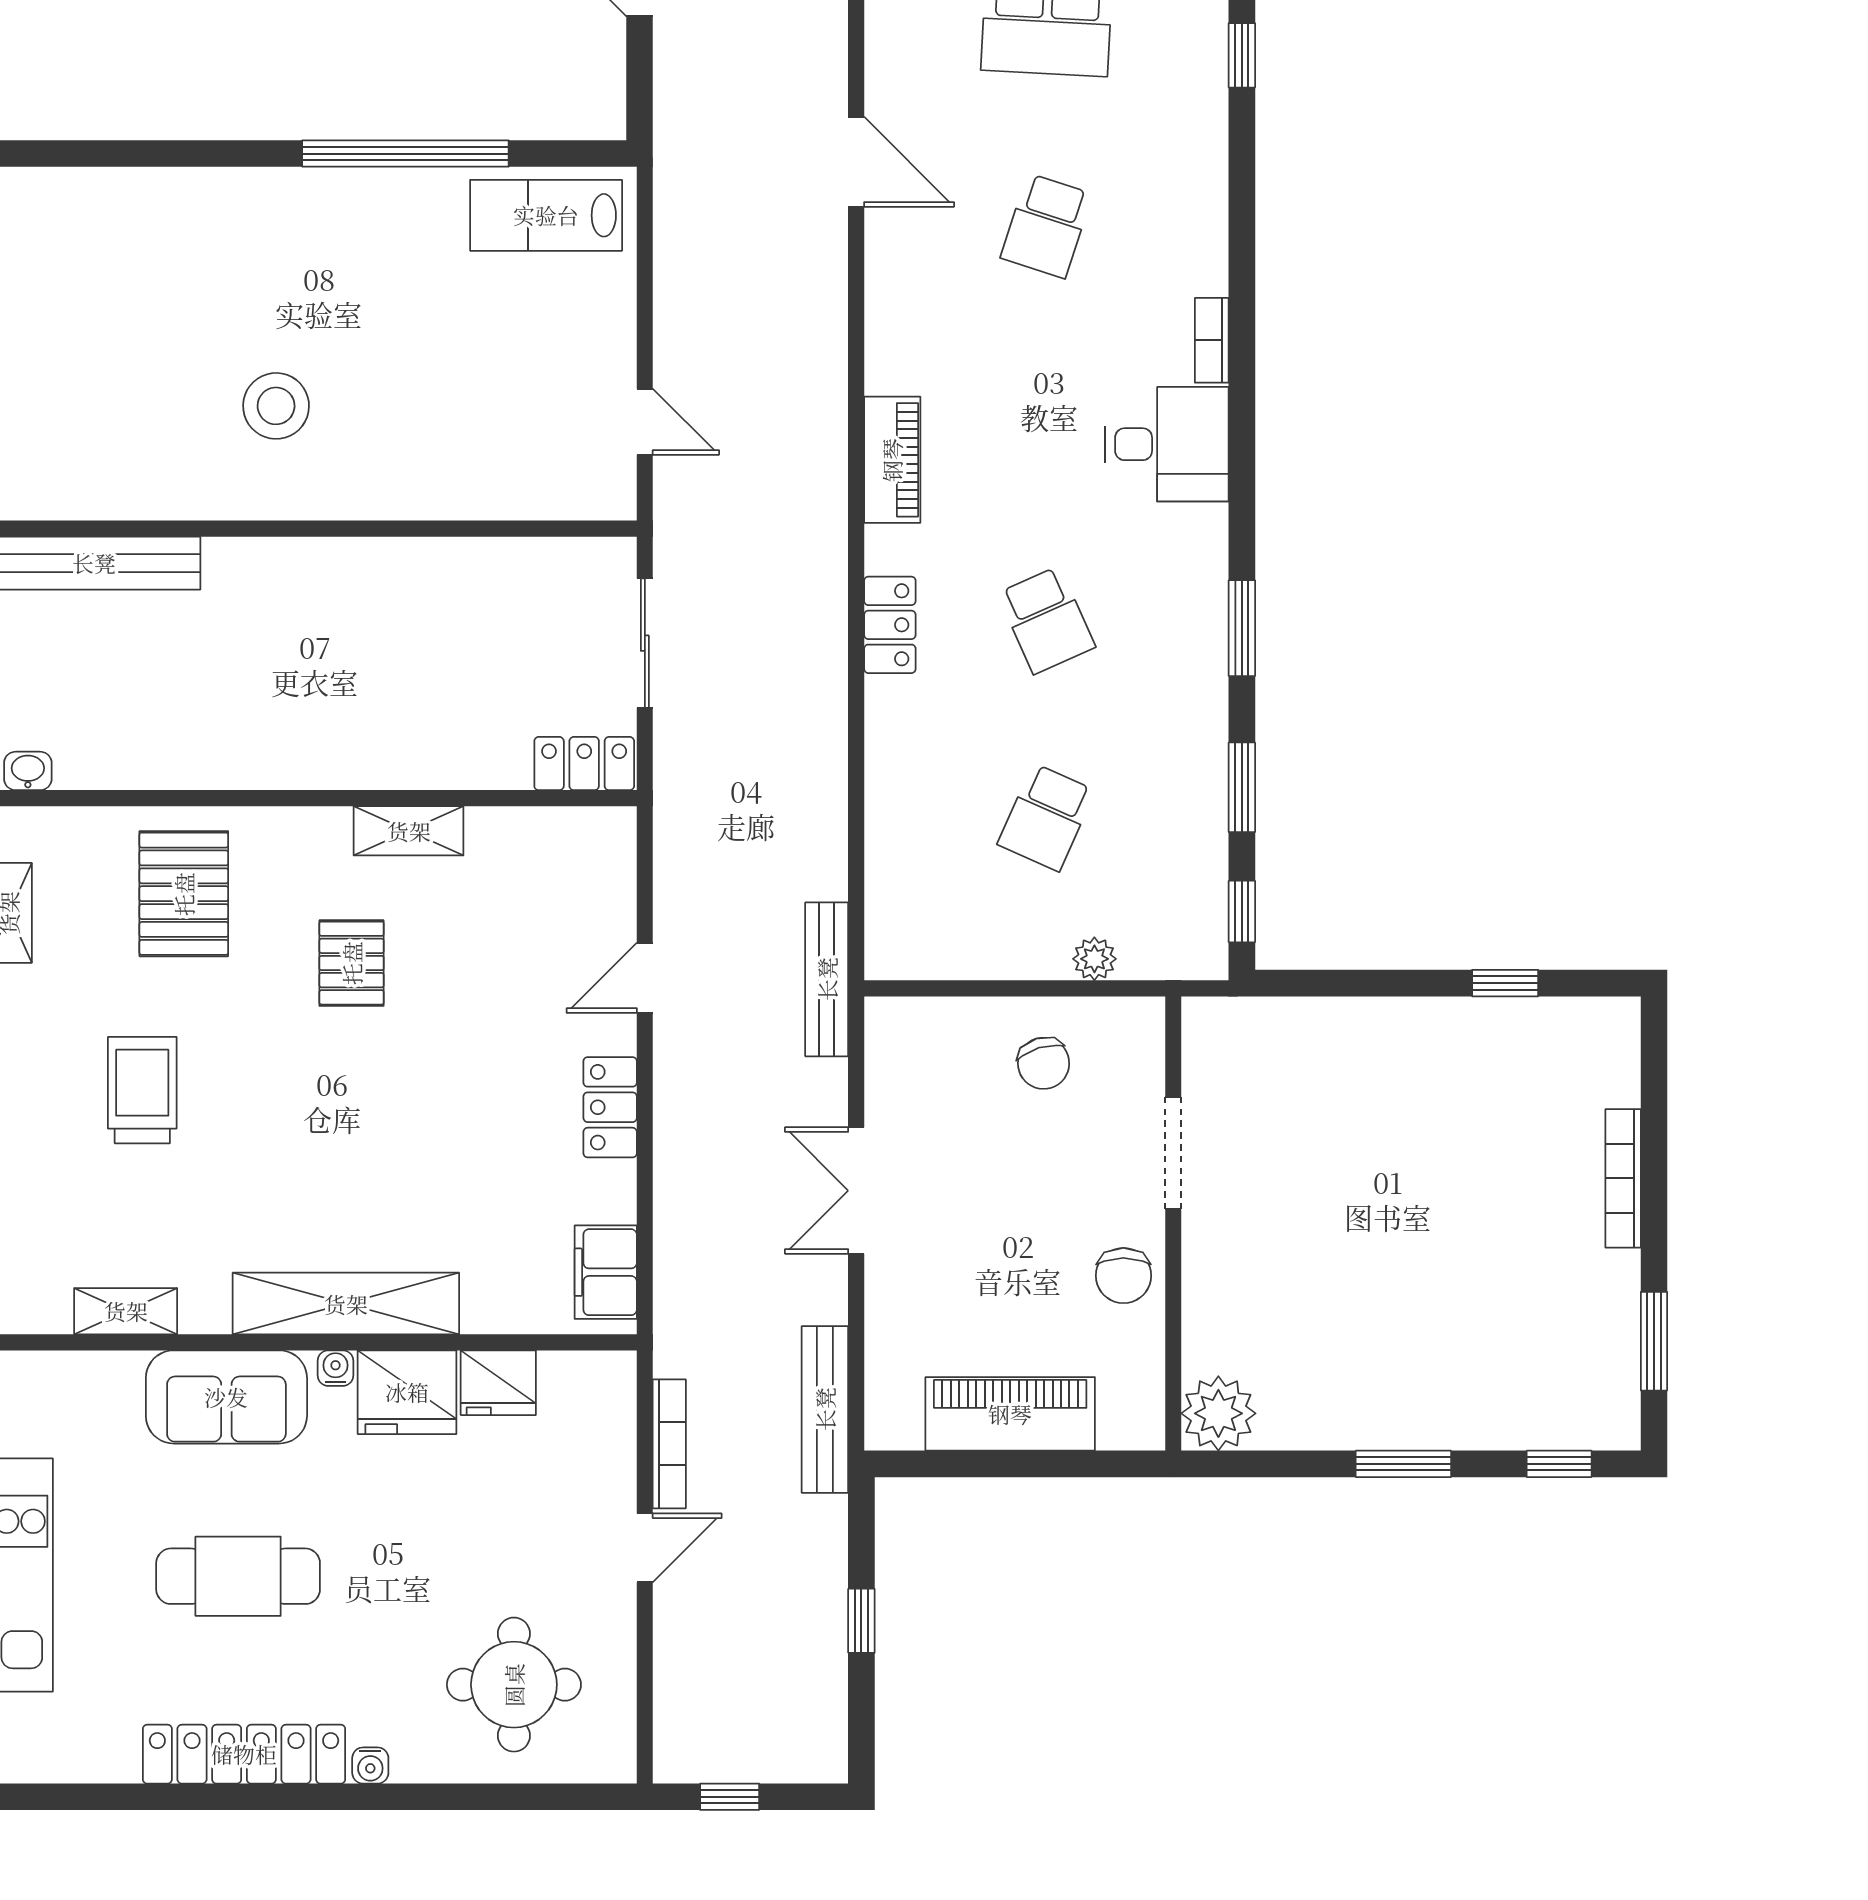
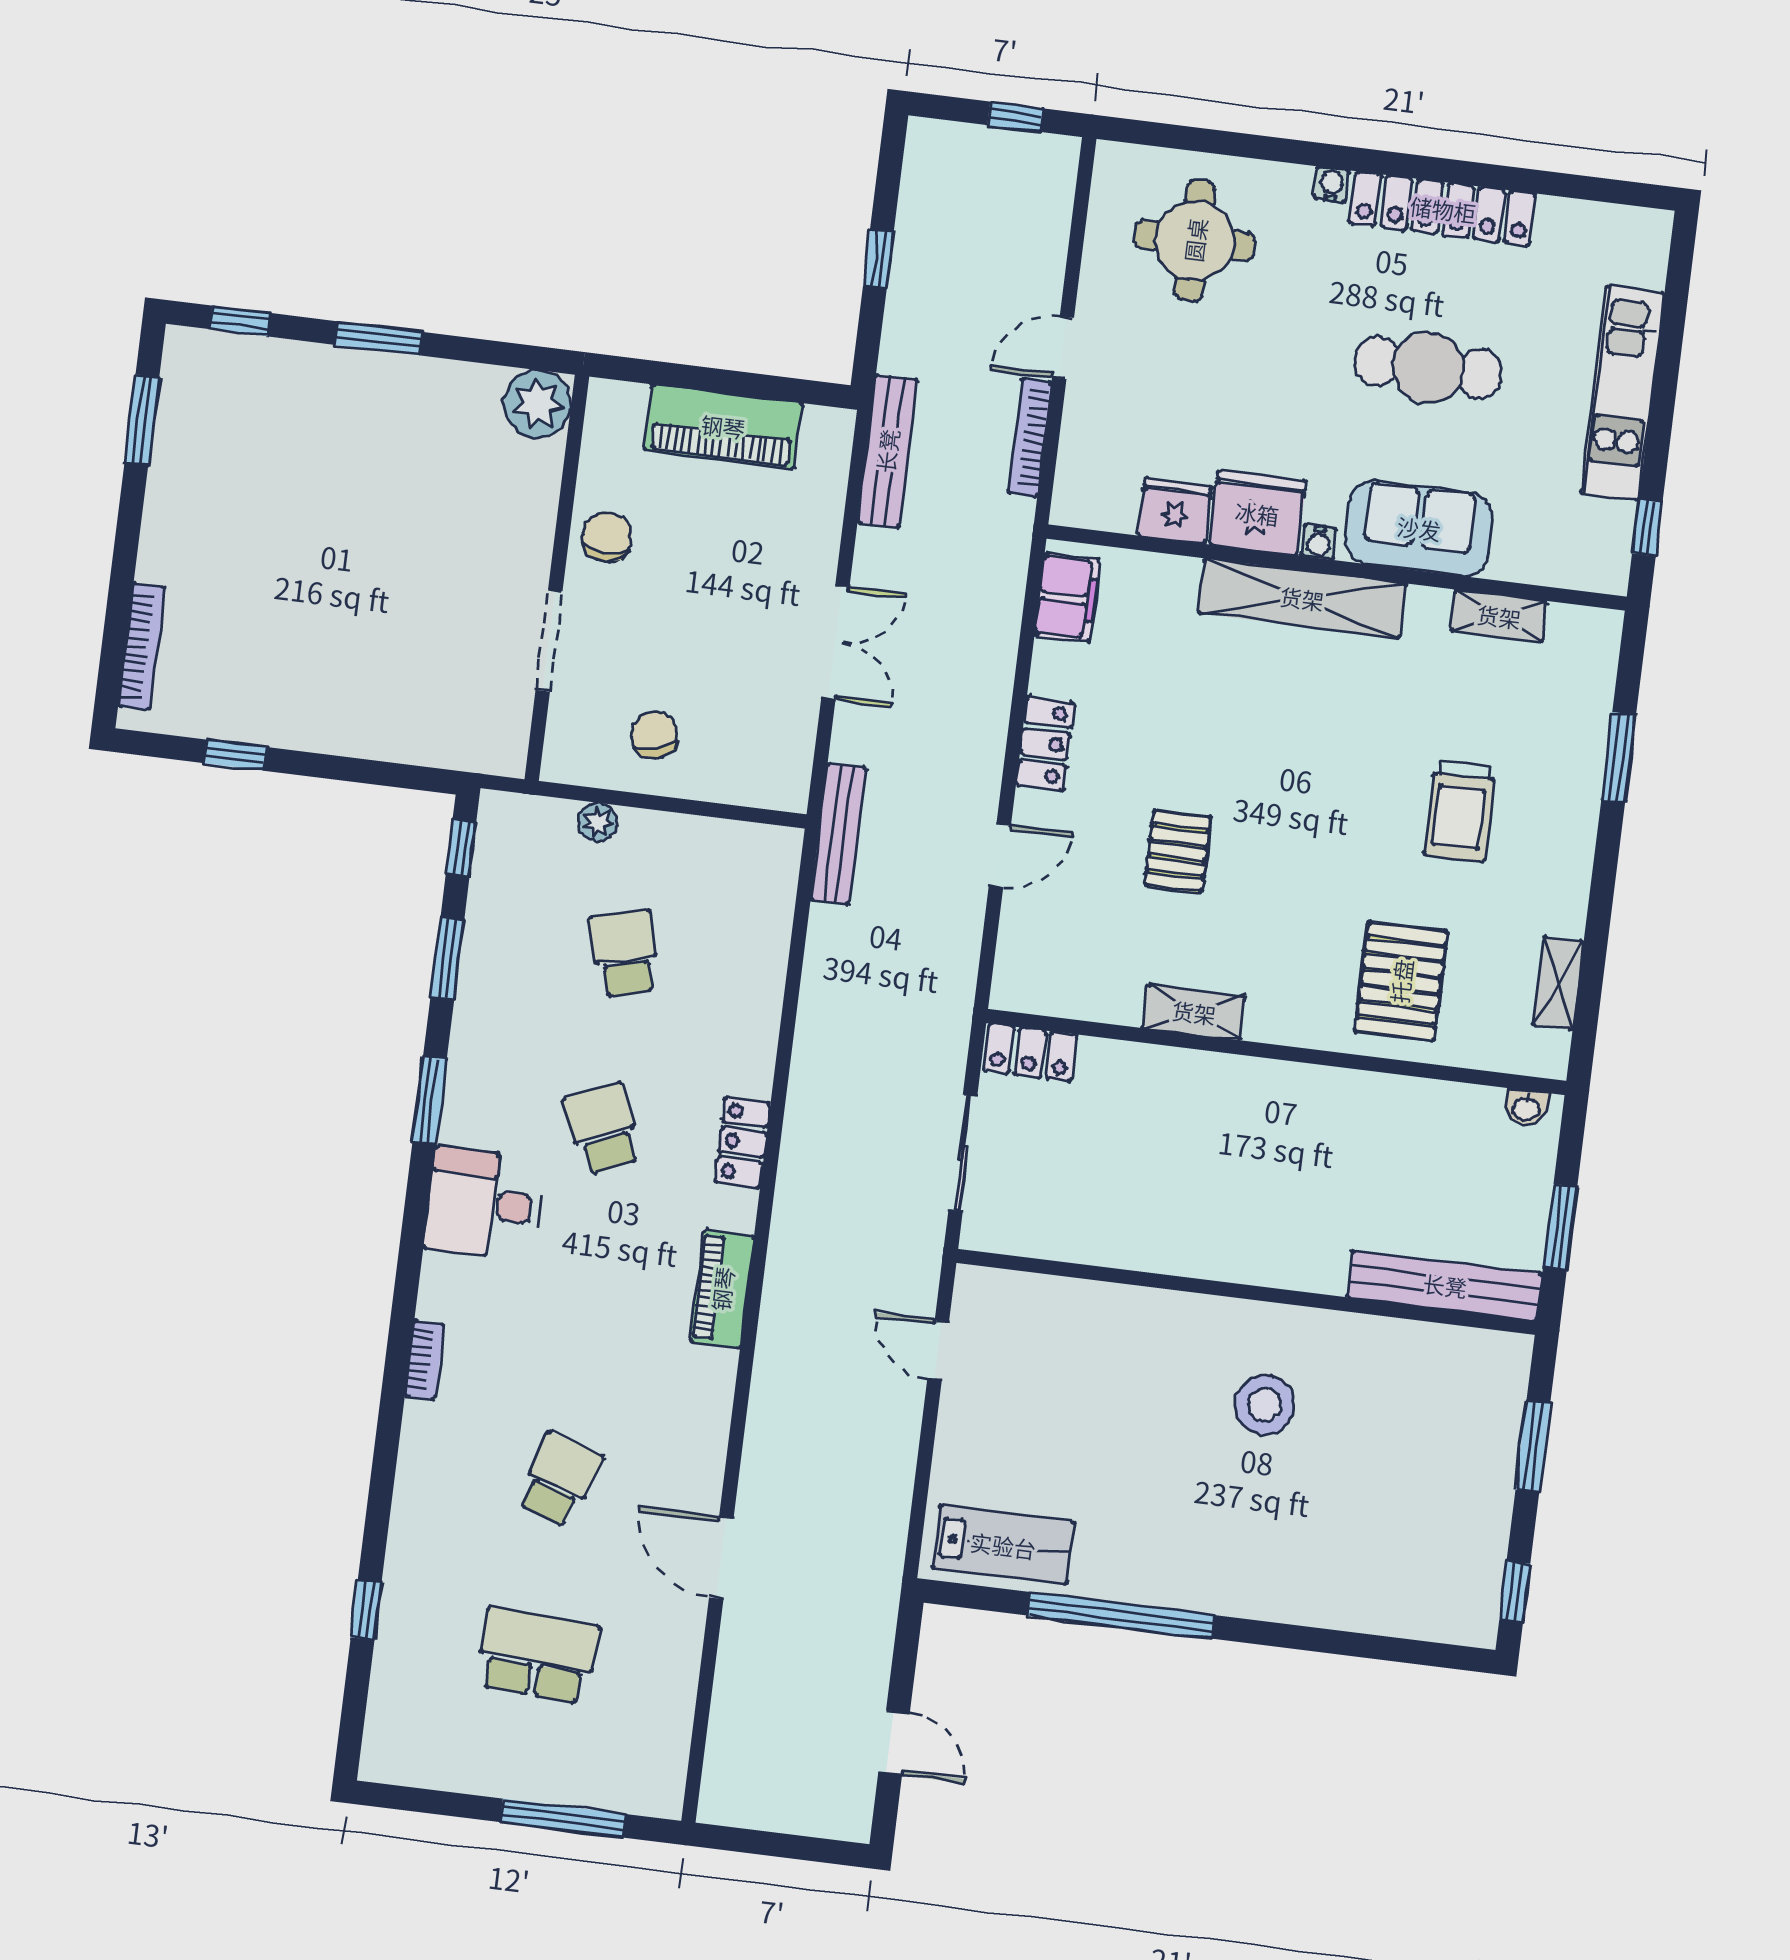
desk: (1167, 444) -> (485, 1204), moved
school desk: (1046, 817) -> (625, 953), turned -39
pallet: (352, 963) -> (1178, 851), moved
bookcase: (1623, 1178) -> (142, 647), moved

